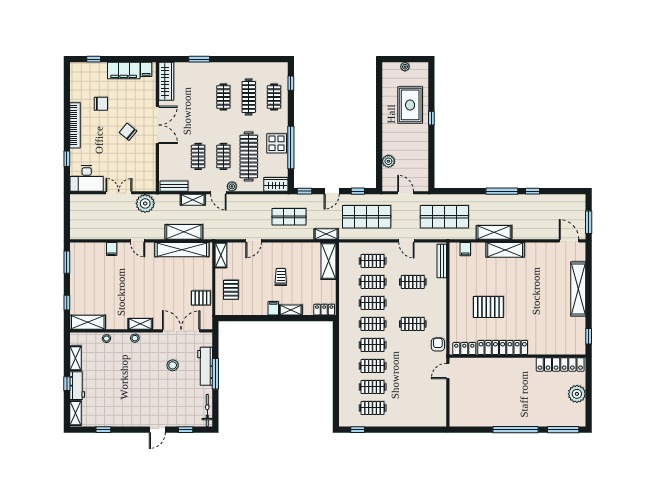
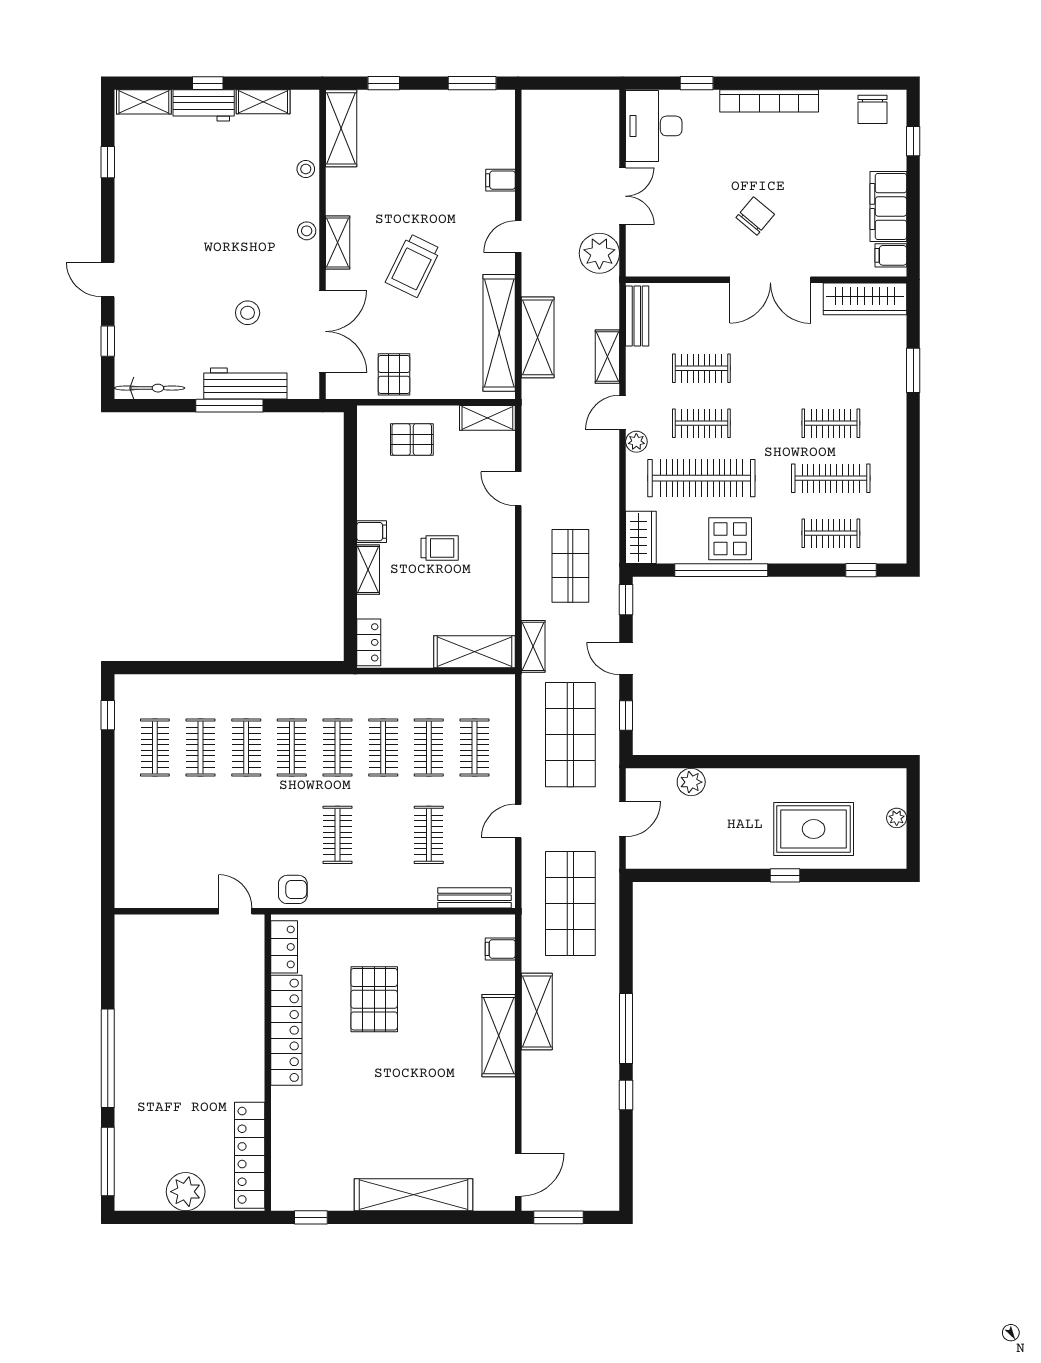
chair: (101, 104) -> (872, 109), moved
trolley: (151, 289) -> (413, 265), added

